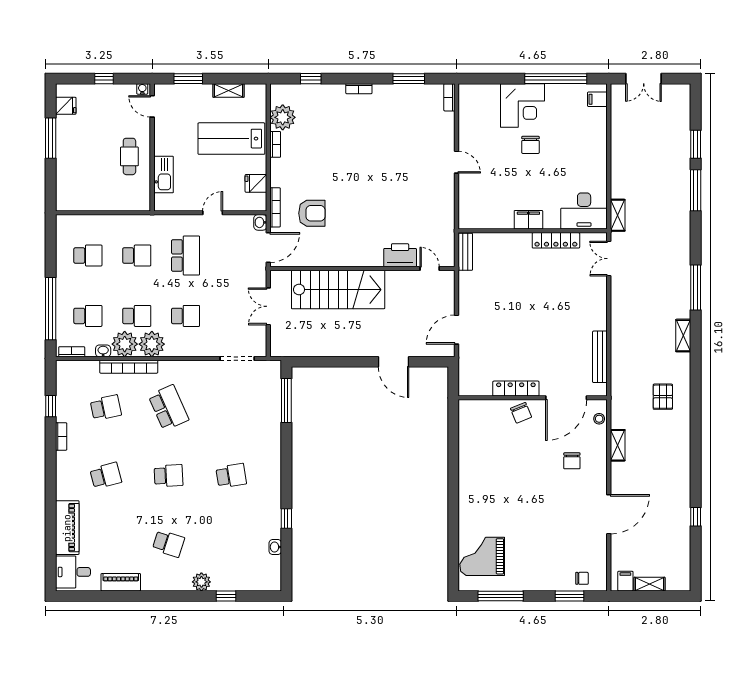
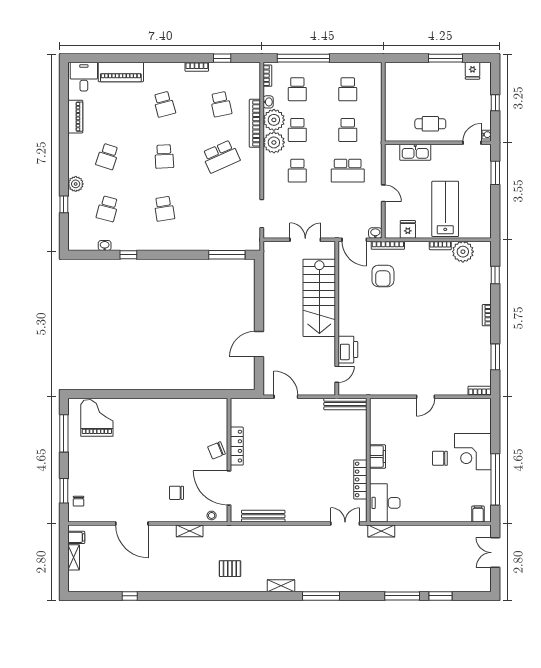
shelving: (228, 90) -> (485, 206), removed
bench: (465, 252) -> (345, 404), width x1.36
school desk: (231, 544) -> (107, 209), added

